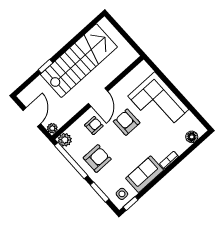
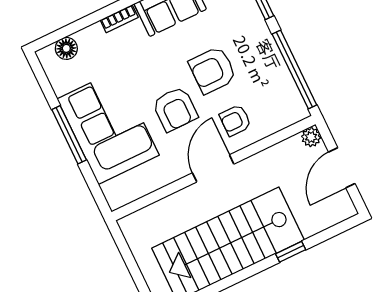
window: (177, 93) -> (69, 135), added
plant: (65, 140) -> (295, 110), removed
armchair: (97, 159) -> (213, 70), moved

